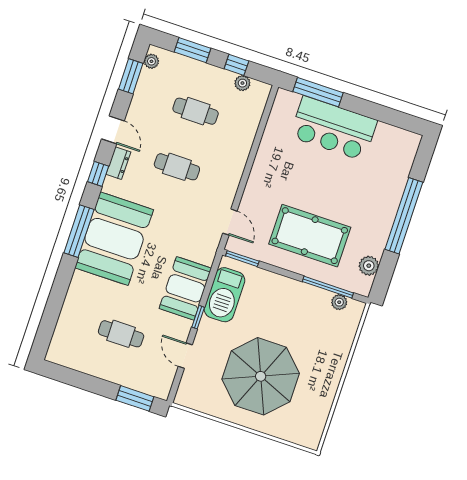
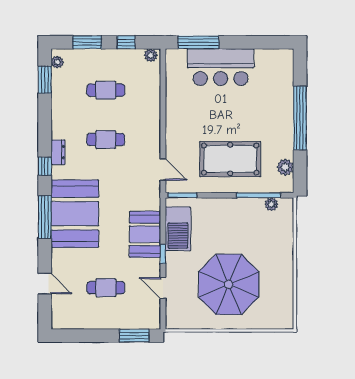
plant: (242, 83) -> (151, 55), moved
door: (113, 130) -> (45, 284), moved

